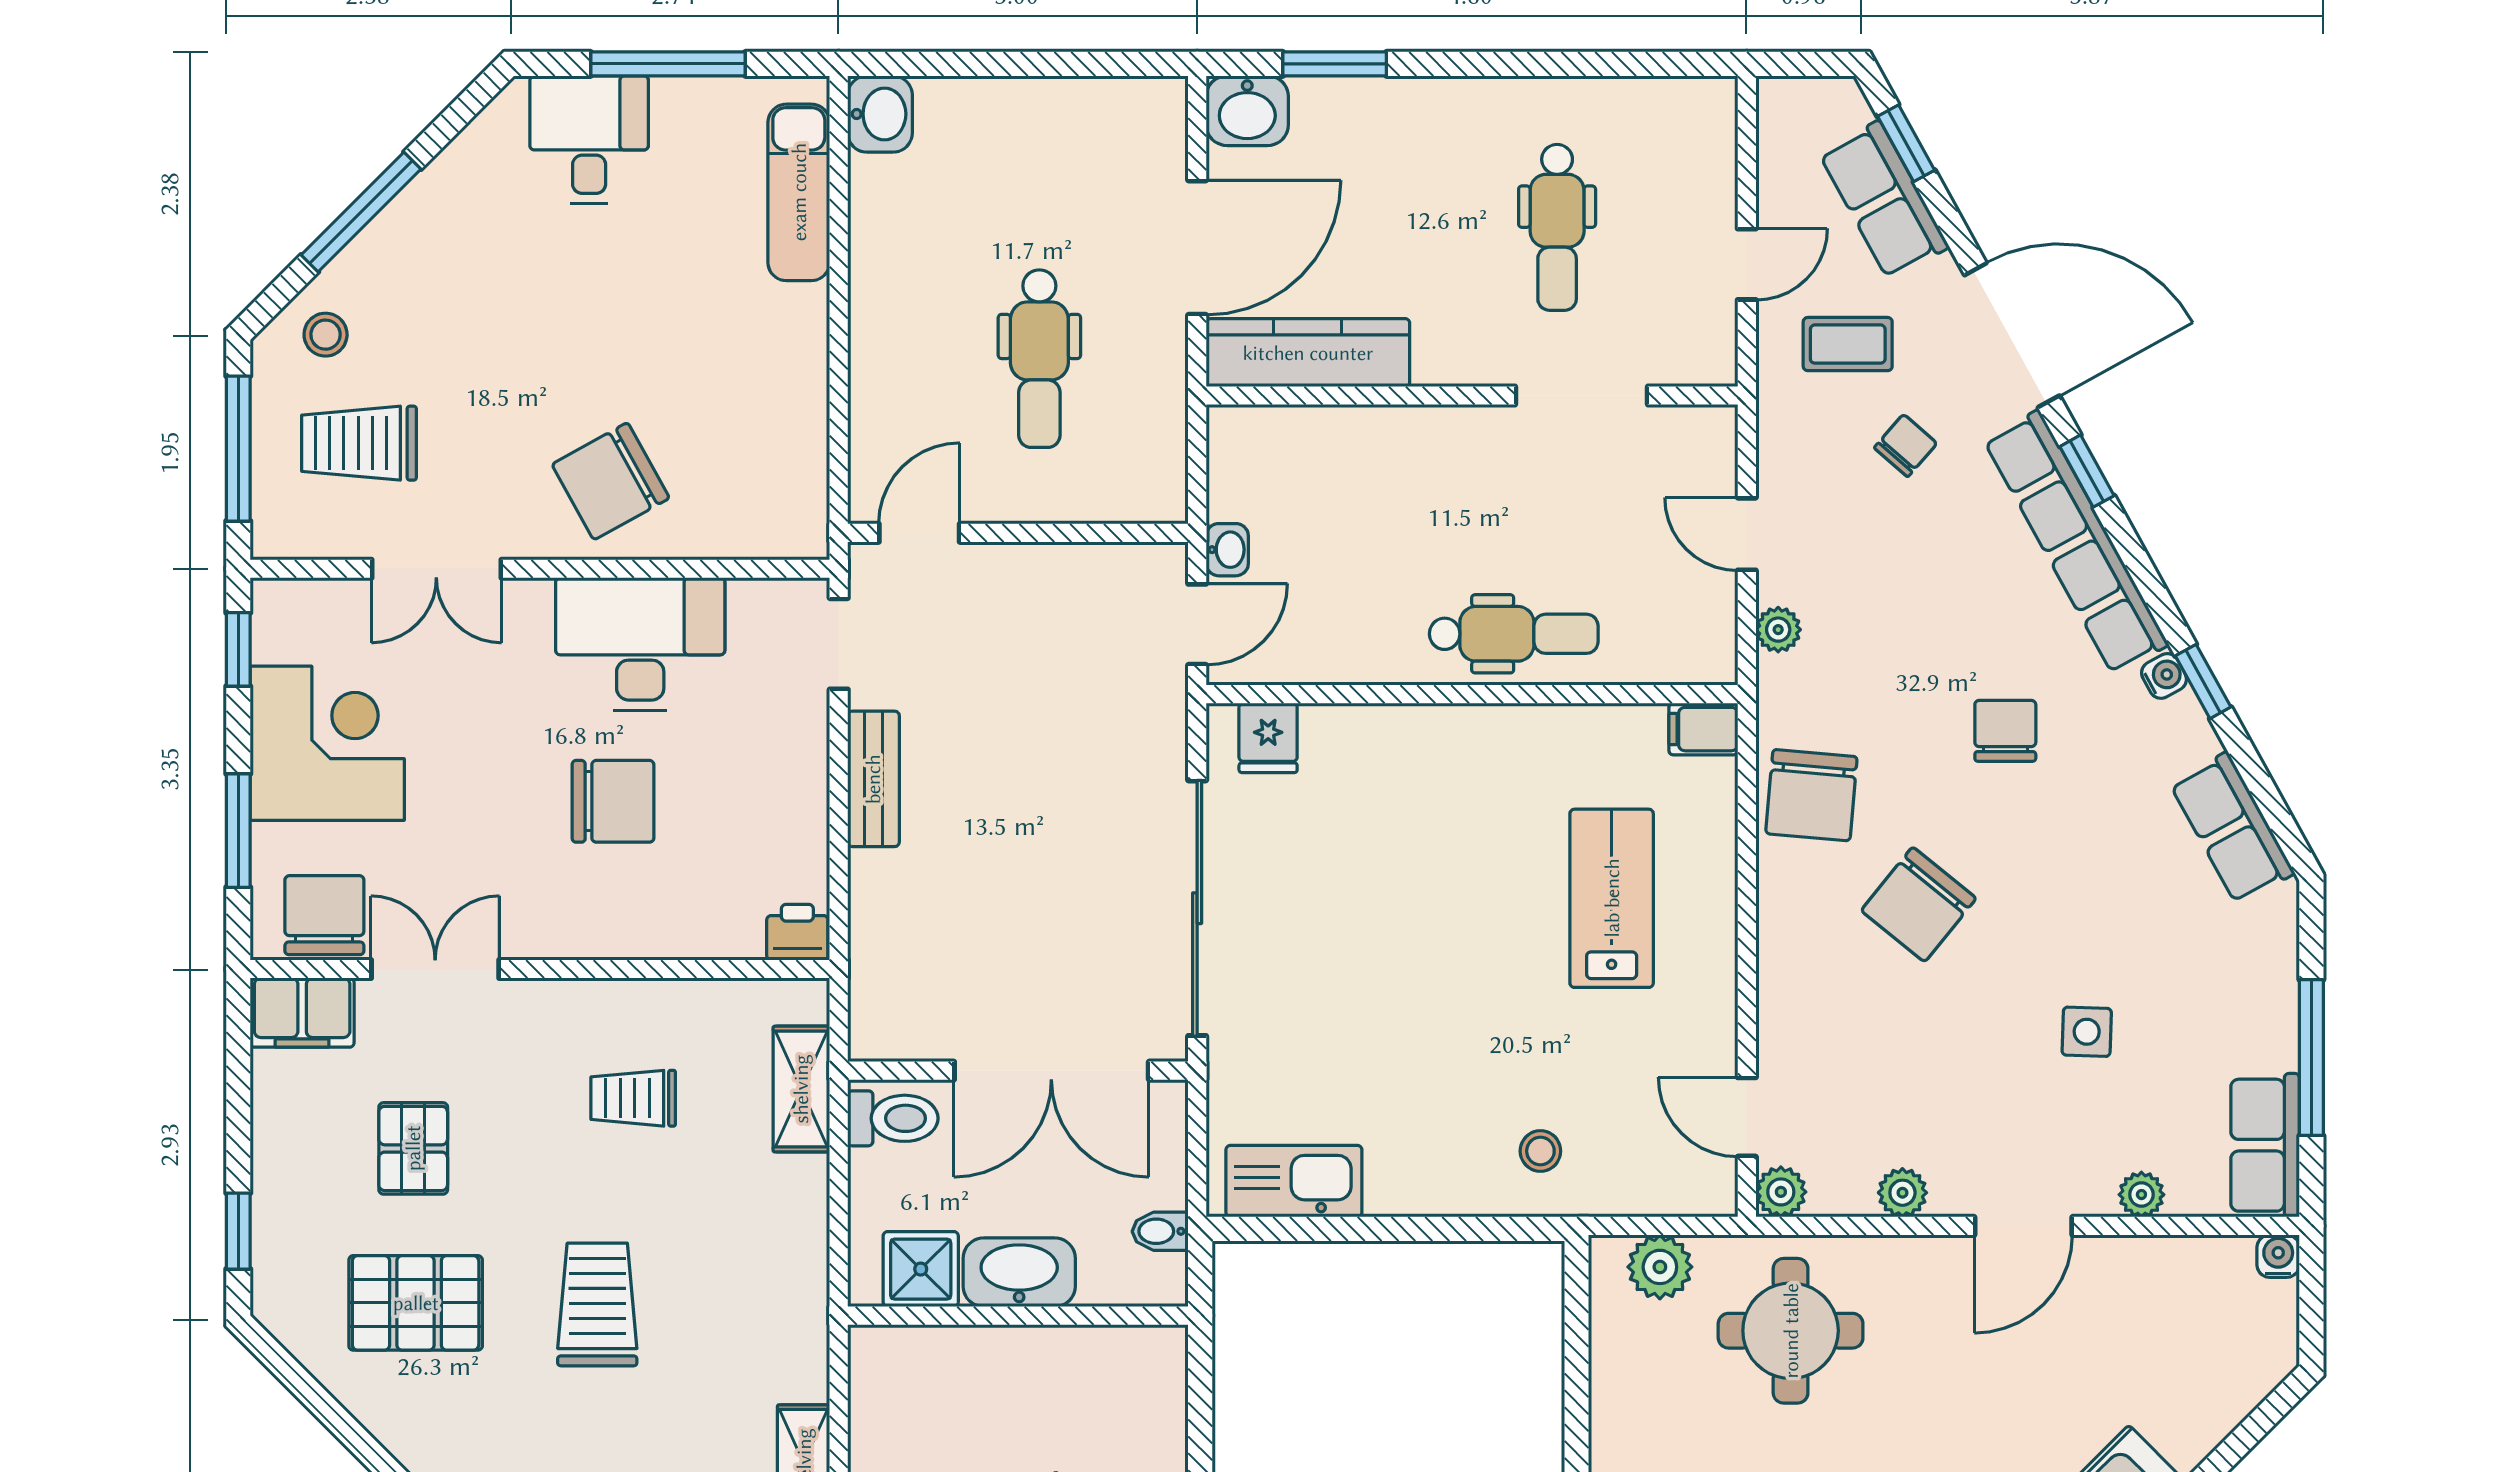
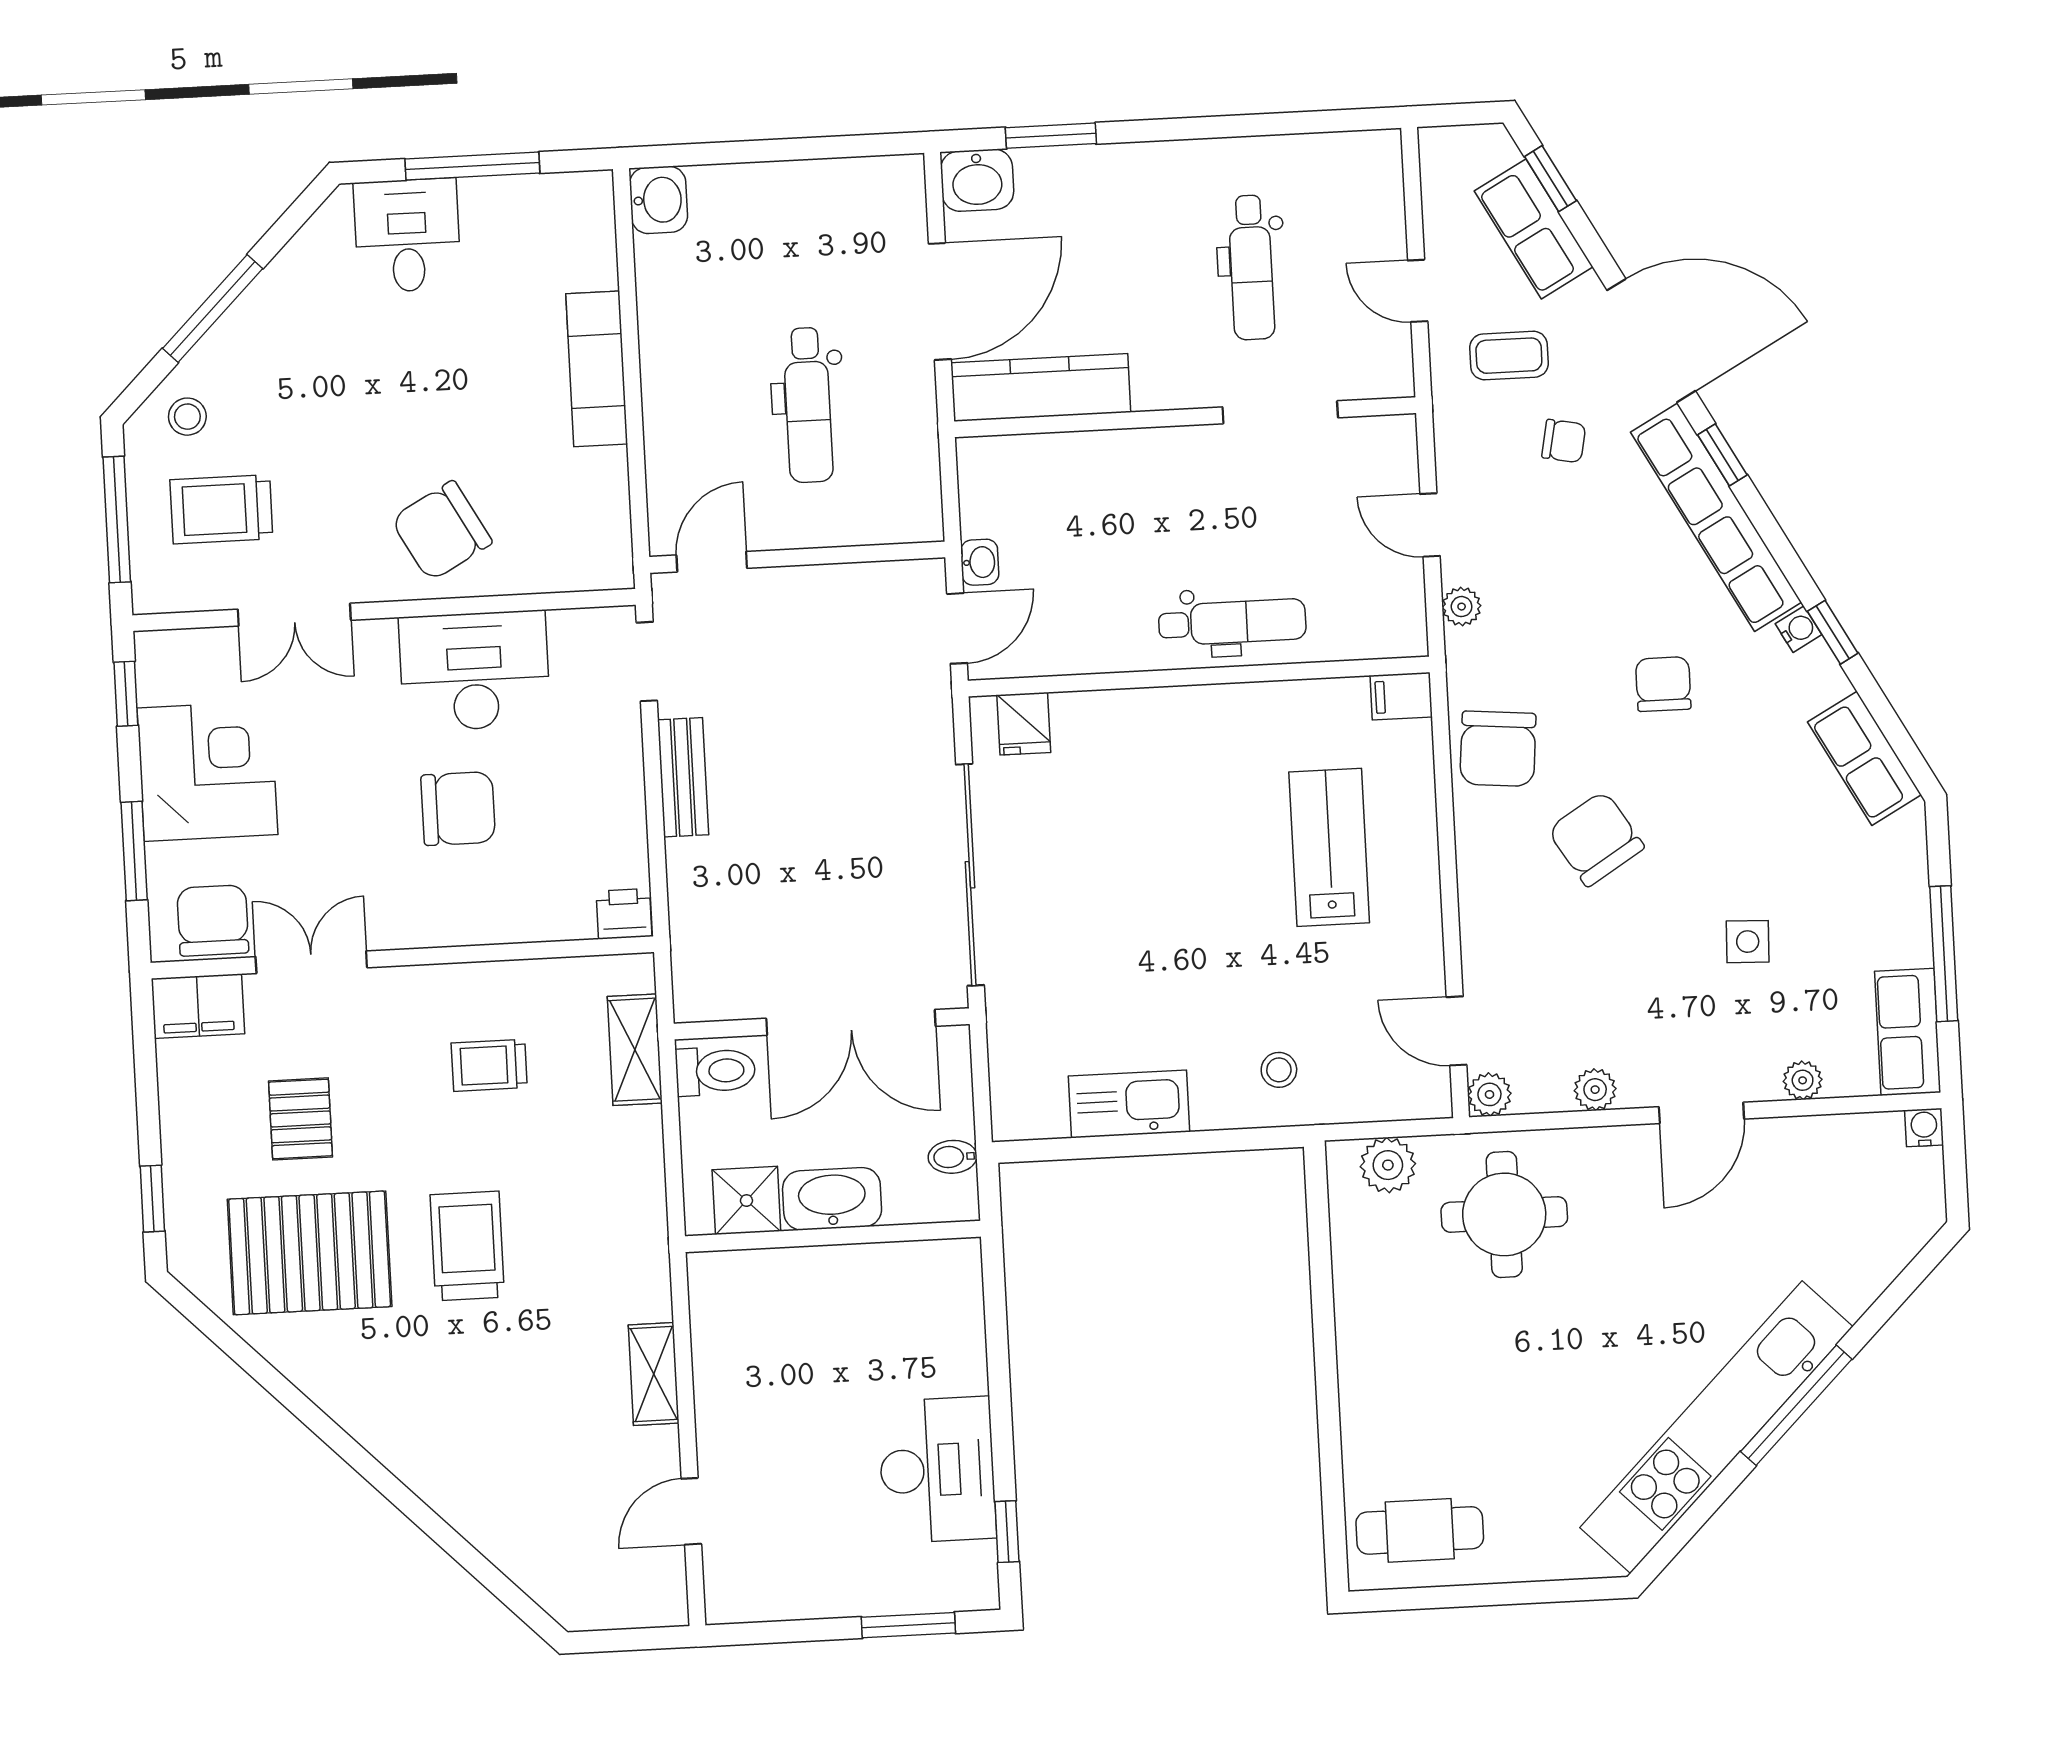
exam couch: (799, 192) -> (597, 369), moved
door: (1747, 264) -> (1418, 291), swing flipped
chair: (1906, 446) -> (1564, 441), turned 60
chair: (1919, 904) -> (1596, 839), turned 109
kitchen sink: (1294, 1181) -> (1129, 1104), moved
pallet: (416, 1303) -> (310, 1253), width x1.37, depth x1.41

